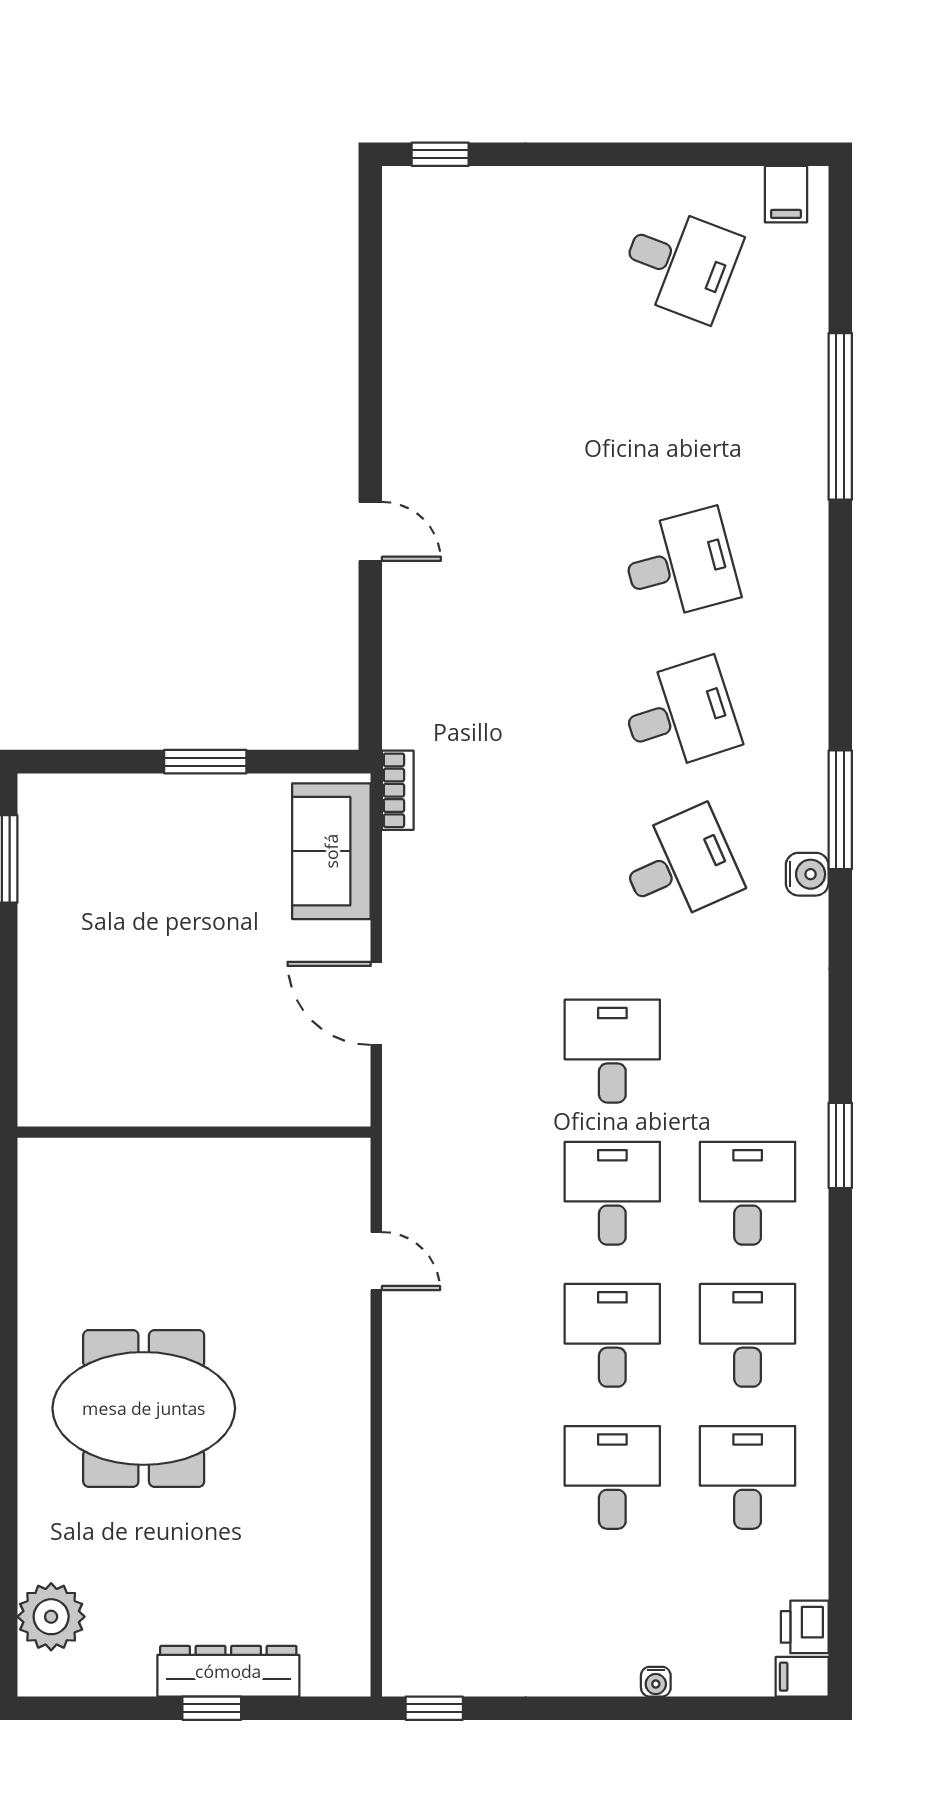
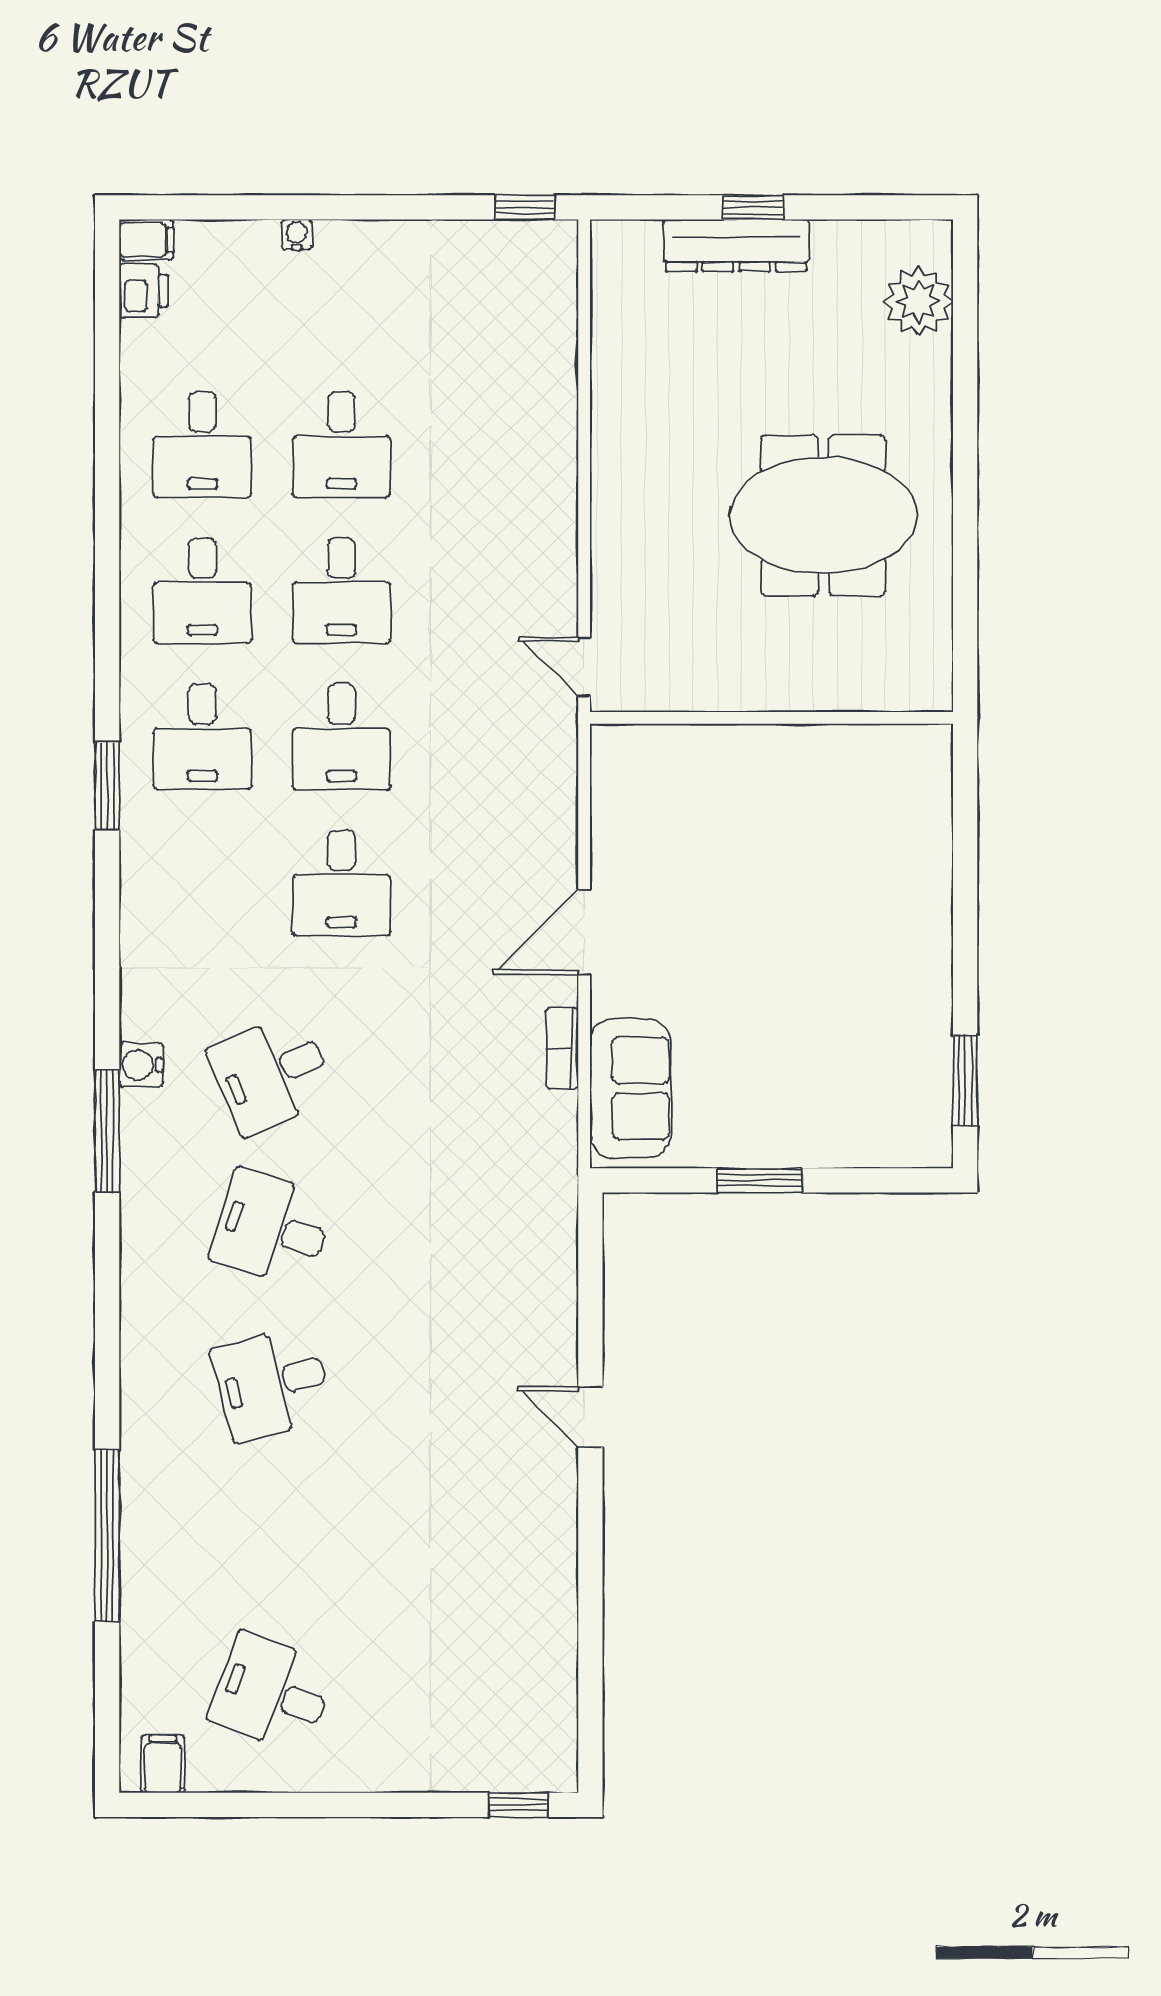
desk: (680, 715) -> (272, 1228), turned 36
bookcase: (398, 790) -> (562, 1048), moved
door: (376, 1003) -> (584, 932), swing flipped
wall: (194, 1132) -> (771, 718), moved

